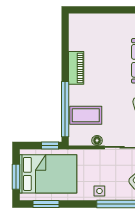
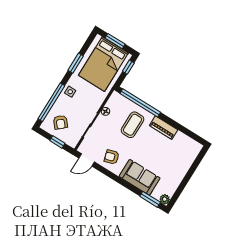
coffee table: (86, 115) -> (132, 125), moved
window: (50, 145) -> (128, 67), moved
window: (46, 204) -> (76, 63), moved

